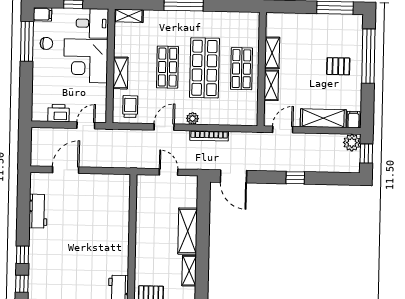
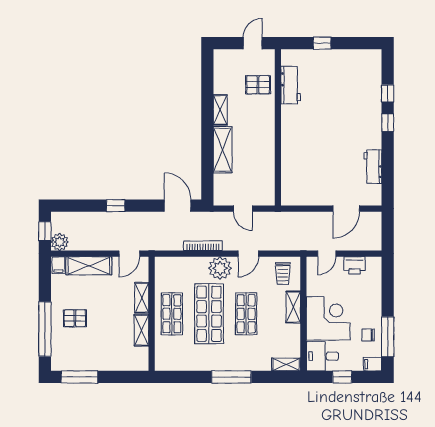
plant: (192, 118) -> (220, 268), width x1.88, depth x1.88

